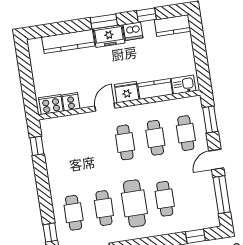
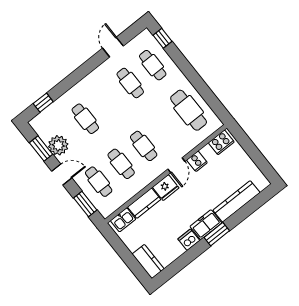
window: (146, 15) -> (185, 259), removed
kitchen counter: (173, 26) -> (148, 261), moved, turned 90
cooker: (71, 102) -> (197, 161), moved
window: (37, 146) -> (213, 102), removed
door: (216, 159) -> (62, 174), hinge flipped
plant: (204, 188) -> (58, 145), added
window: (222, 195) -> (41, 148), width x0.69
cafe table: (134, 203) -> (189, 110), moved

